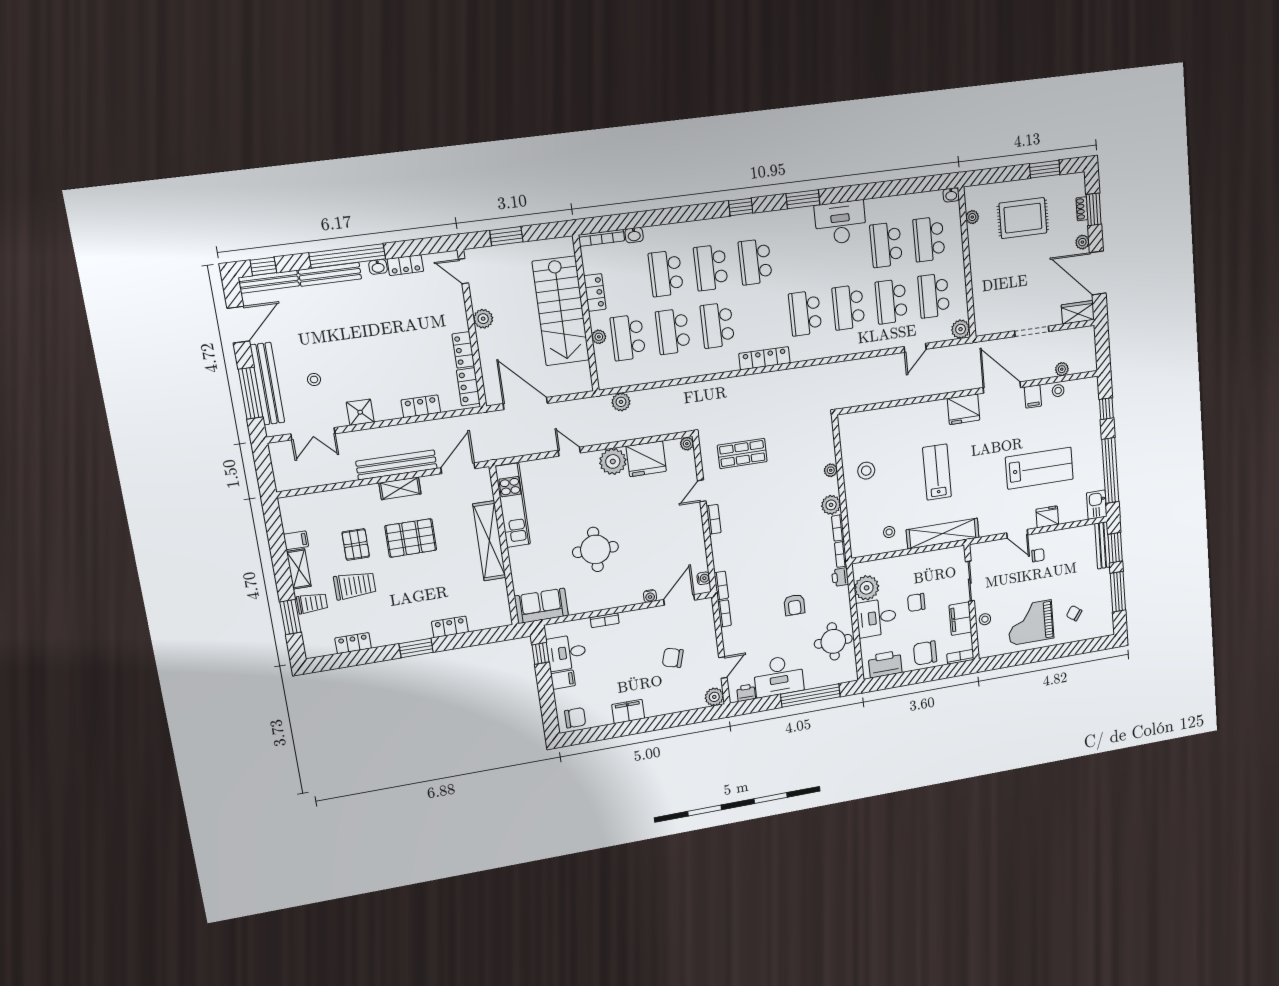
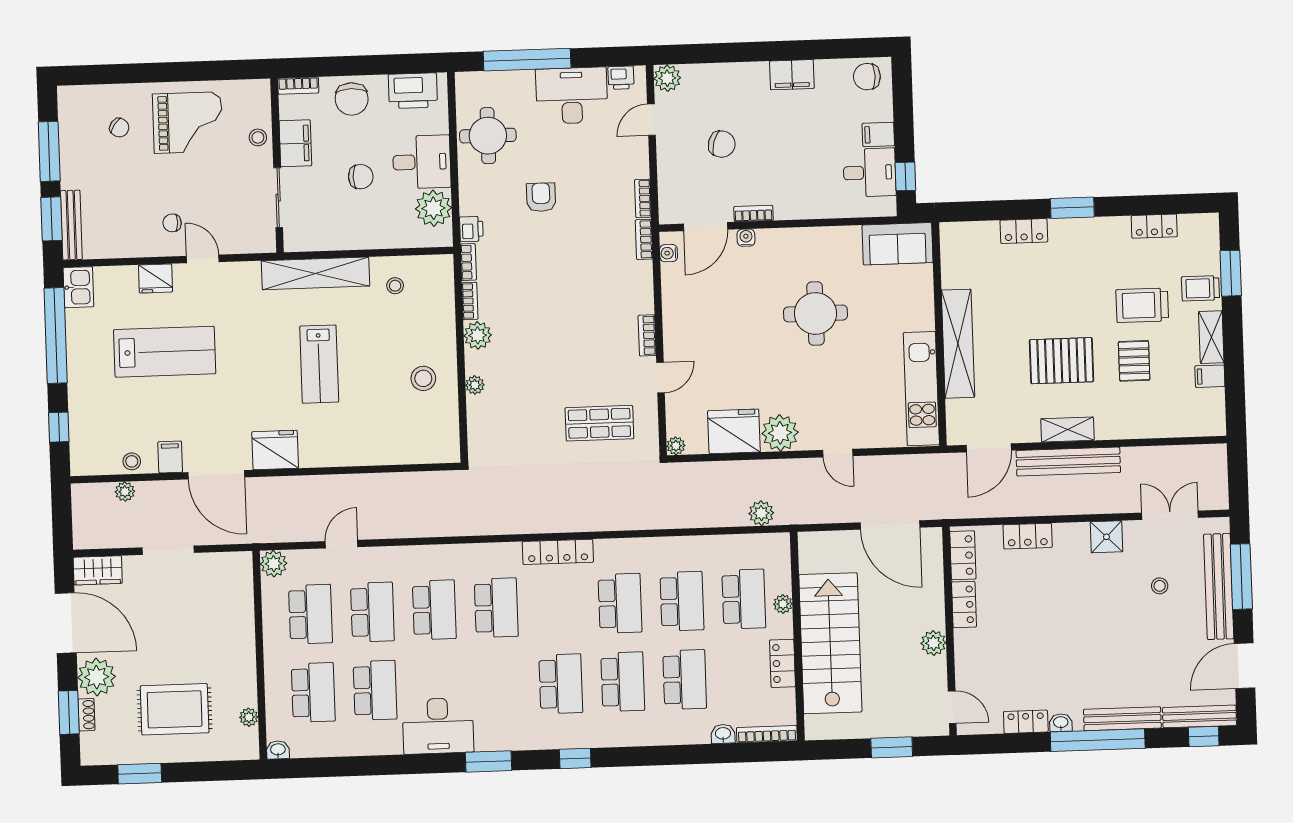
plant: (1082, 242) -> (97, 677), width x1.88, depth x1.88
lab bench: (1039, 468) -> (165, 352), turned 180
bookcase: (605, 620) -> (753, 214), moved
chair: (925, 653) -> (352, 99), turned 90

